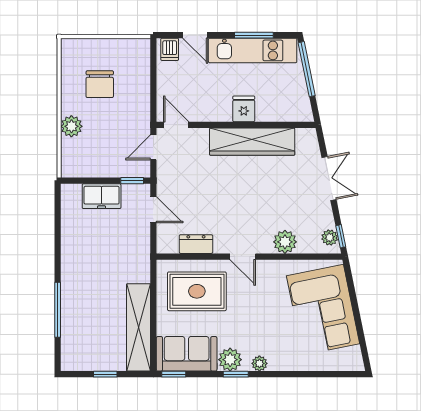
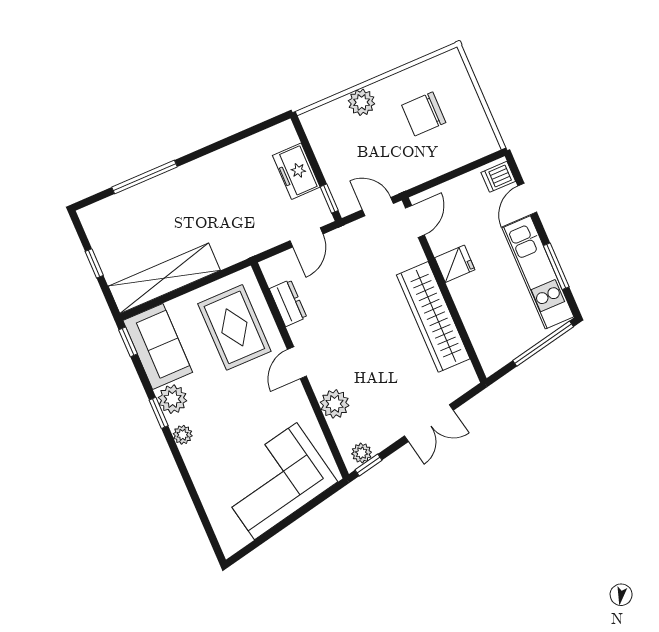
fridge: (244, 109) -> (455, 264), moved

